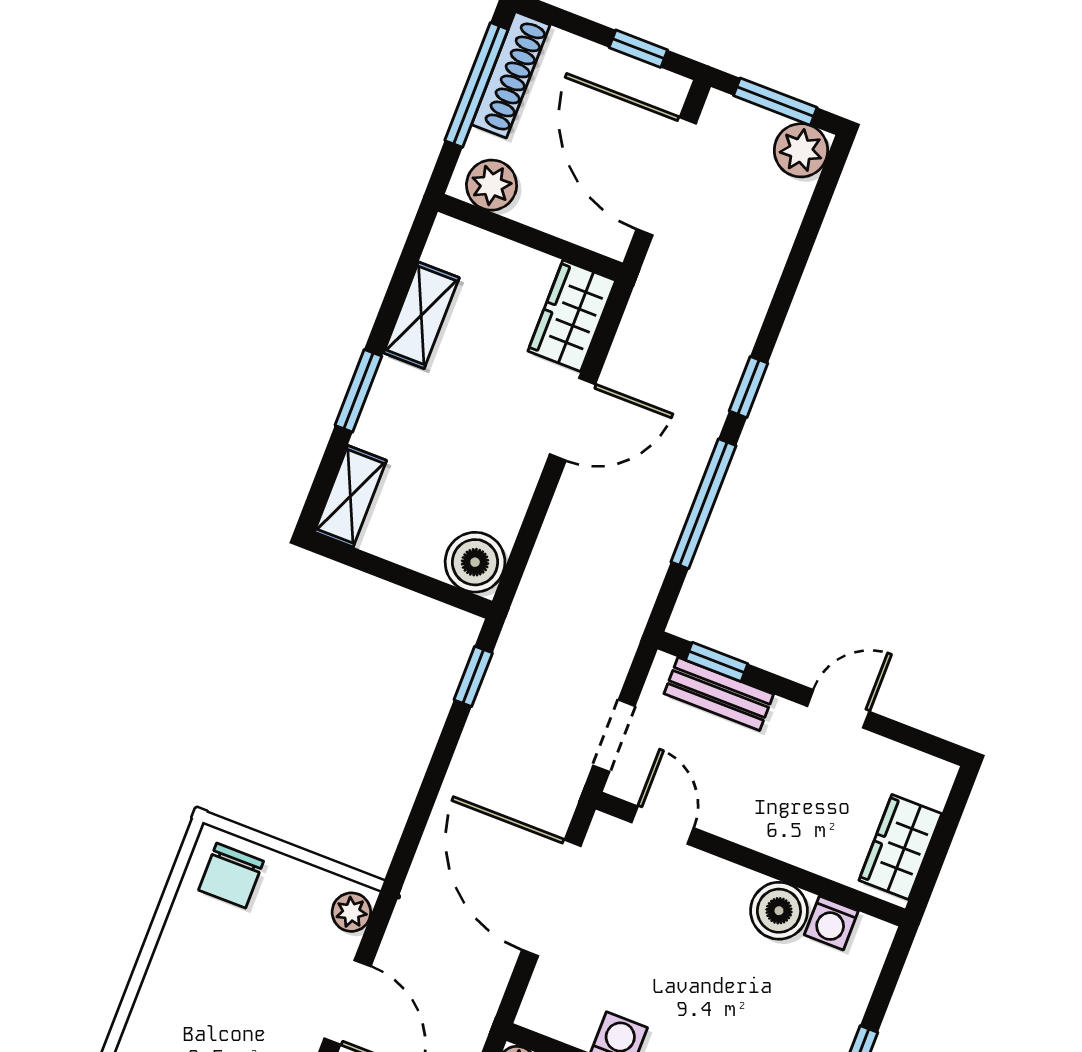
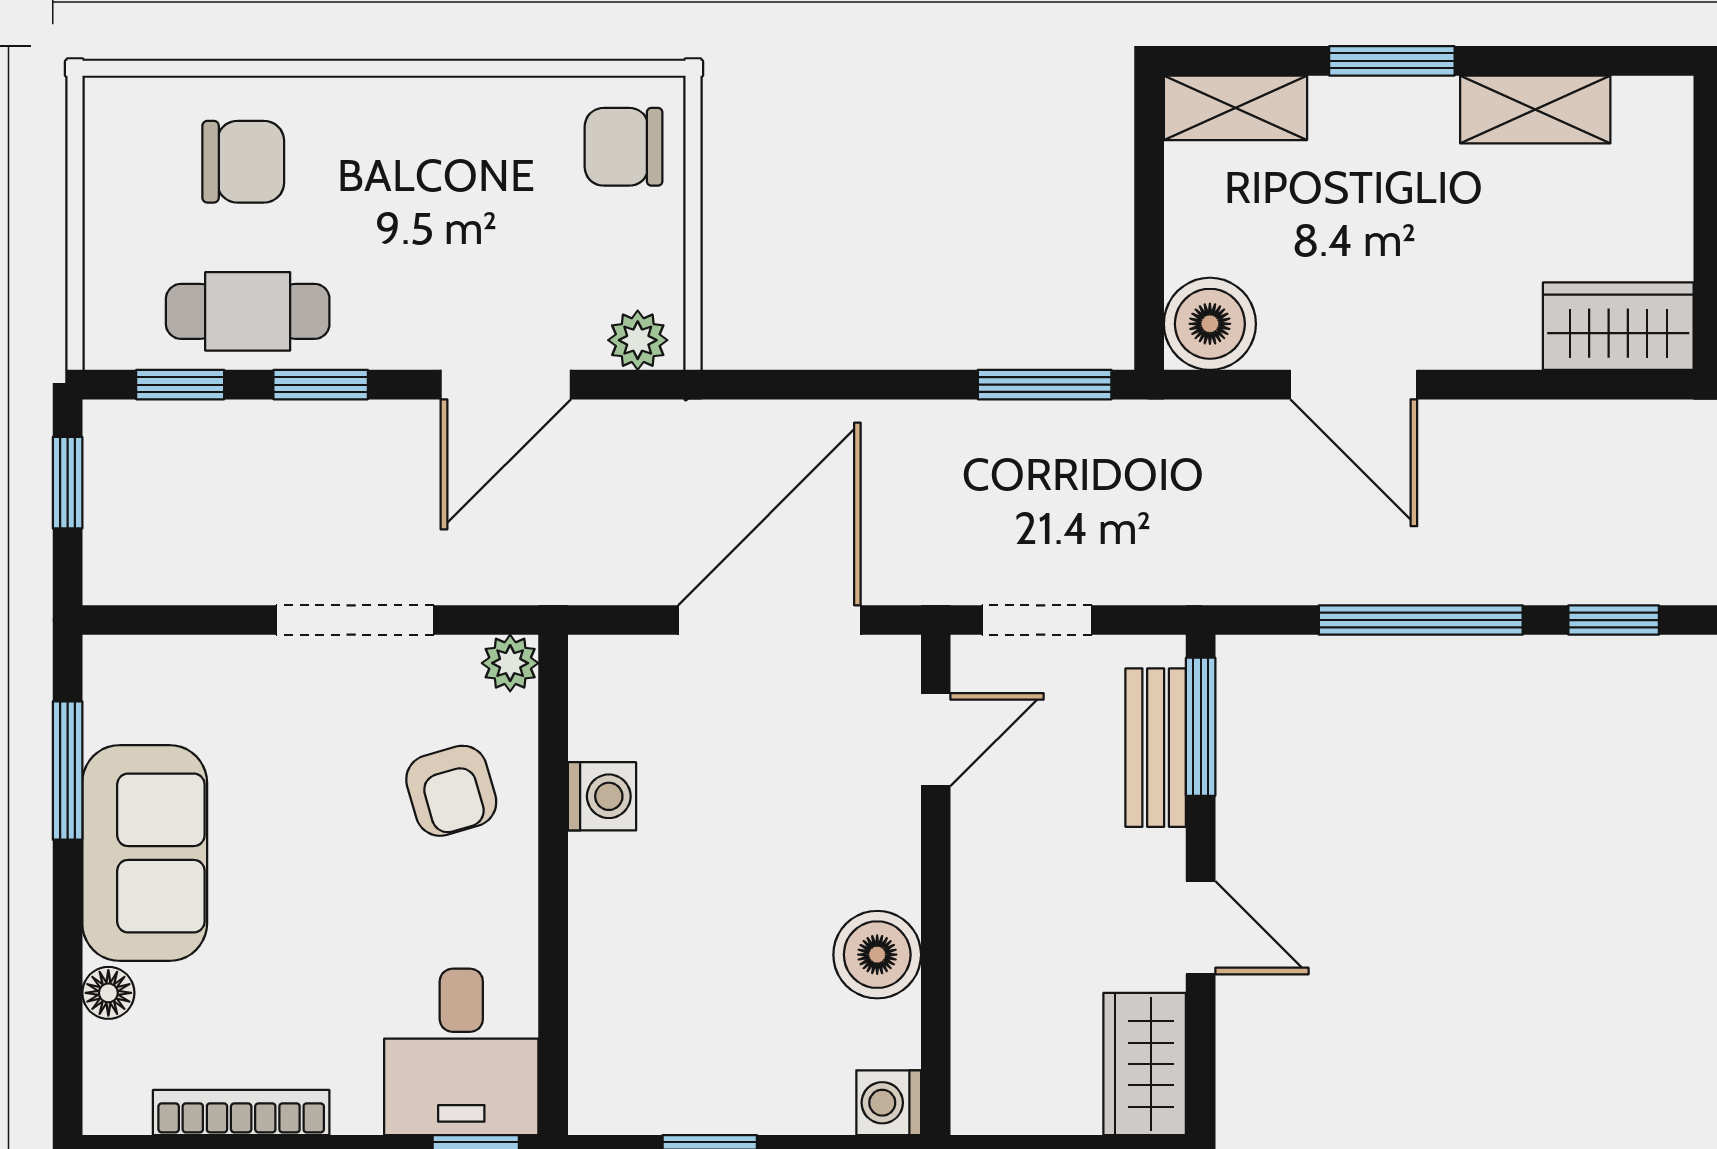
door: (572, 419) -> (1354, 385), moved
window: (717, 662) -> (1201, 727), width x1.50
window: (473, 676) -> (1045, 385), width x1.50
wardrobe: (900, 847) -> (1145, 1064), moved, turned -90
washing machine: (831, 923) -> (889, 1103), moved

